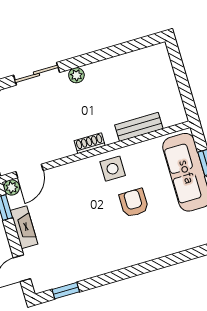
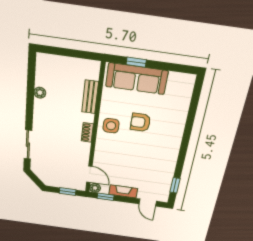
plant: (76, 75) -> (40, 93), moved

